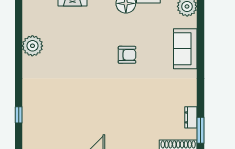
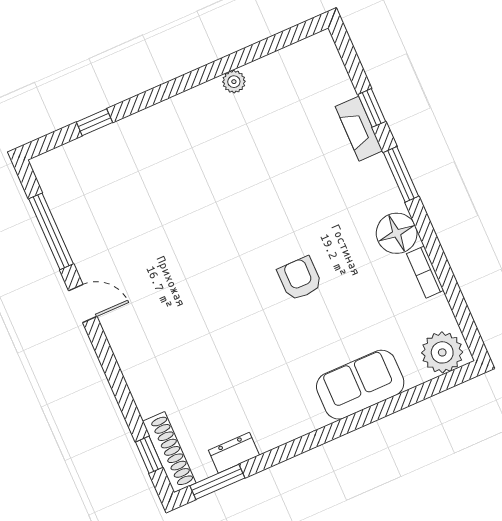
plant: (32, 46) -> (234, 82), width x0.53, depth x0.53
armchair: (127, 55) -> (300, 279), turned 180

